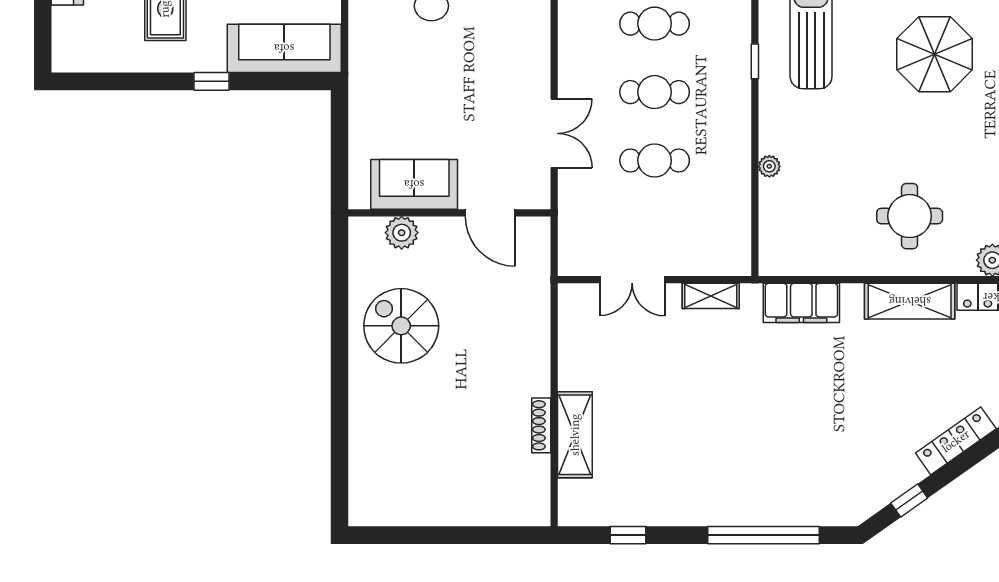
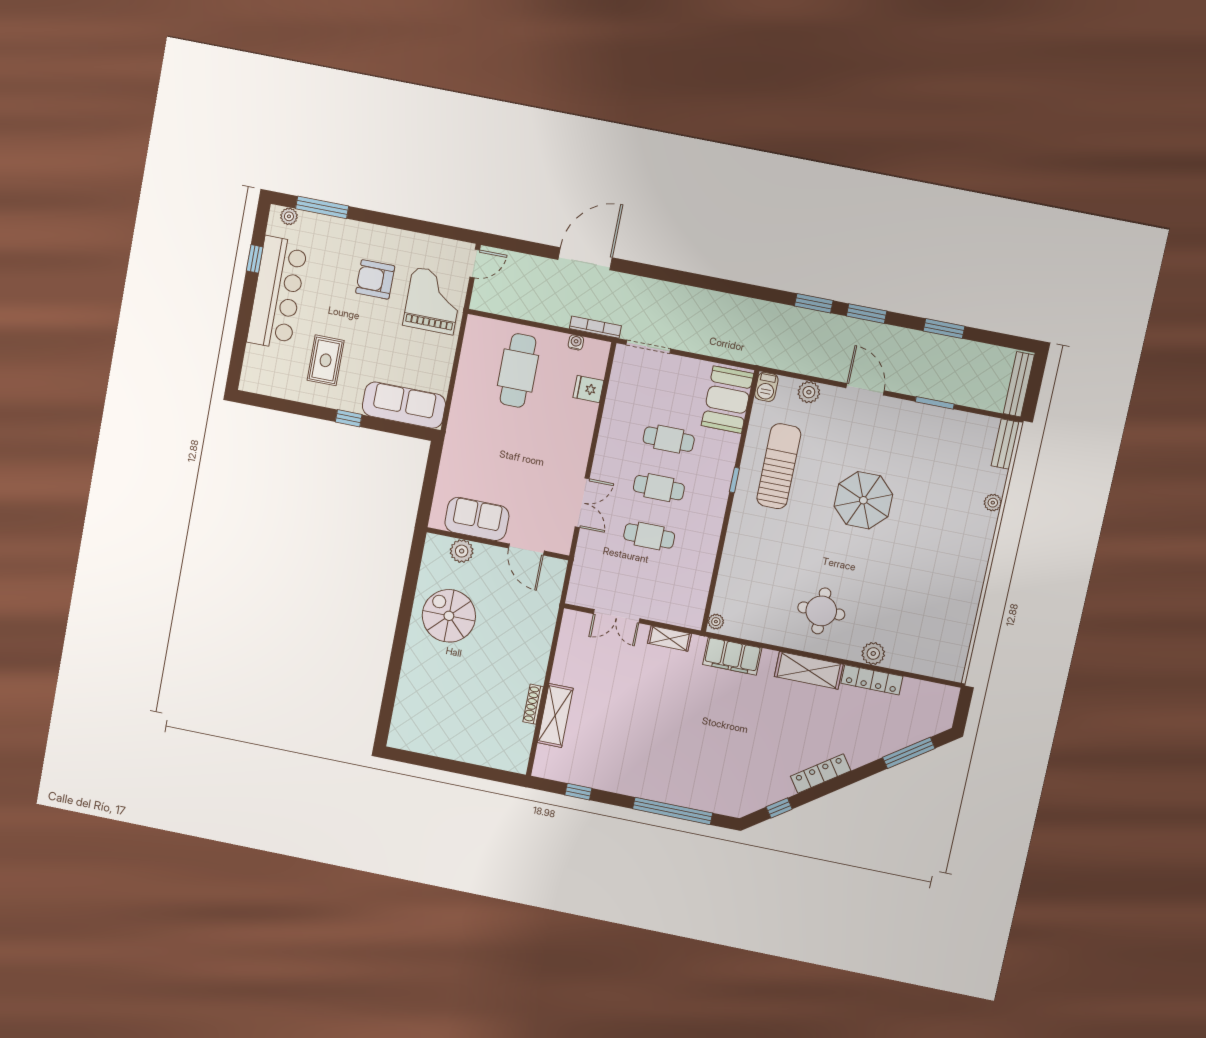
plant: (769, 166) -> (716, 622), moved

